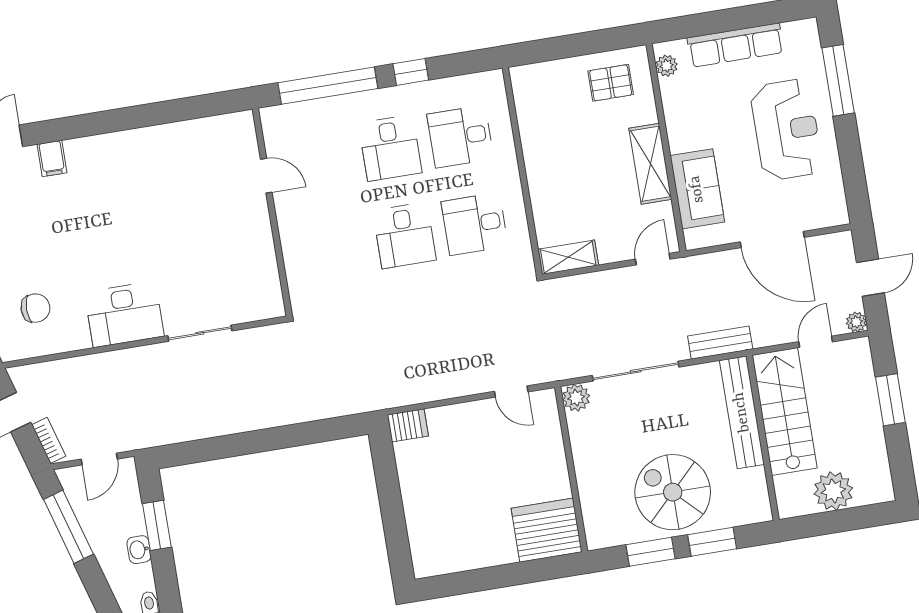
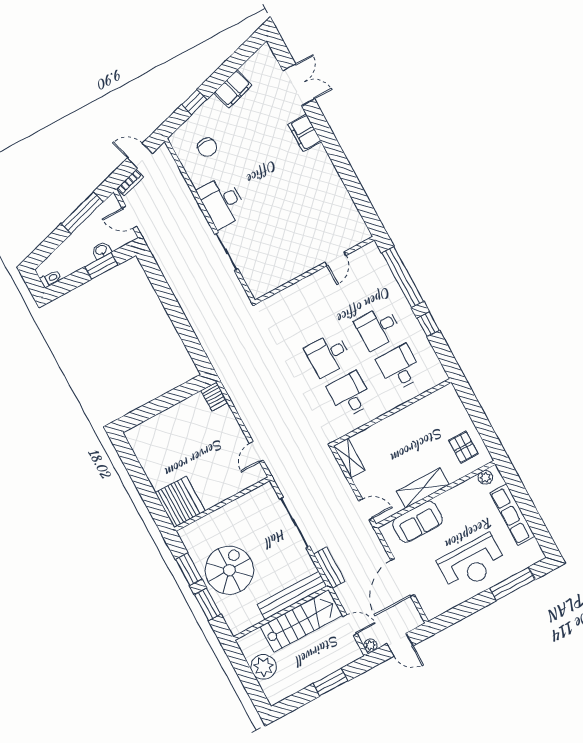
filing cabinet: (52, 158) -> (305, 133), width x2.00
plant: (576, 398) -> (266, 492), removed
washbasin: (139, 550) -> (101, 250), moved

